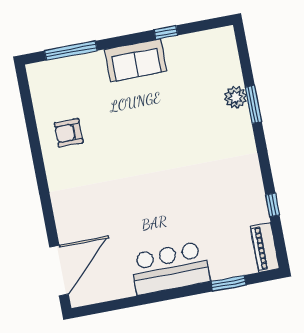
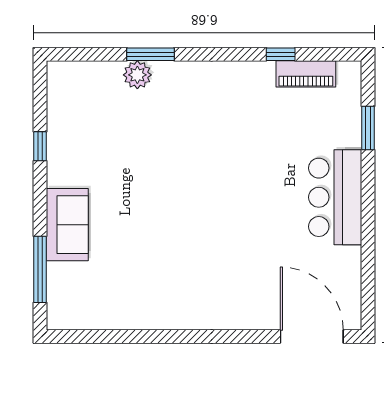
sofa: (135, 60) -> (67, 225), moved
armchair: (69, 133) -> (142, 292), removed
piano: (265, 248) -> (306, 74), moved

